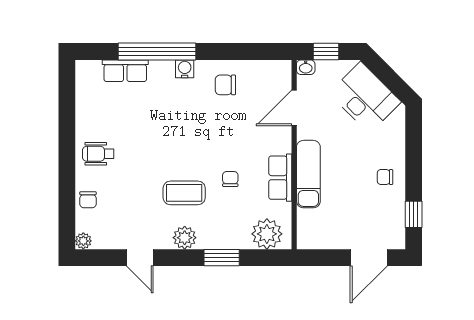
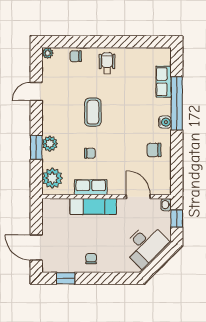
chair: (225, 85) -> (154, 150), turned -90
coffee table: (184, 193) -> (93, 112), moved
plant: (185, 238) -> (50, 144), moved

